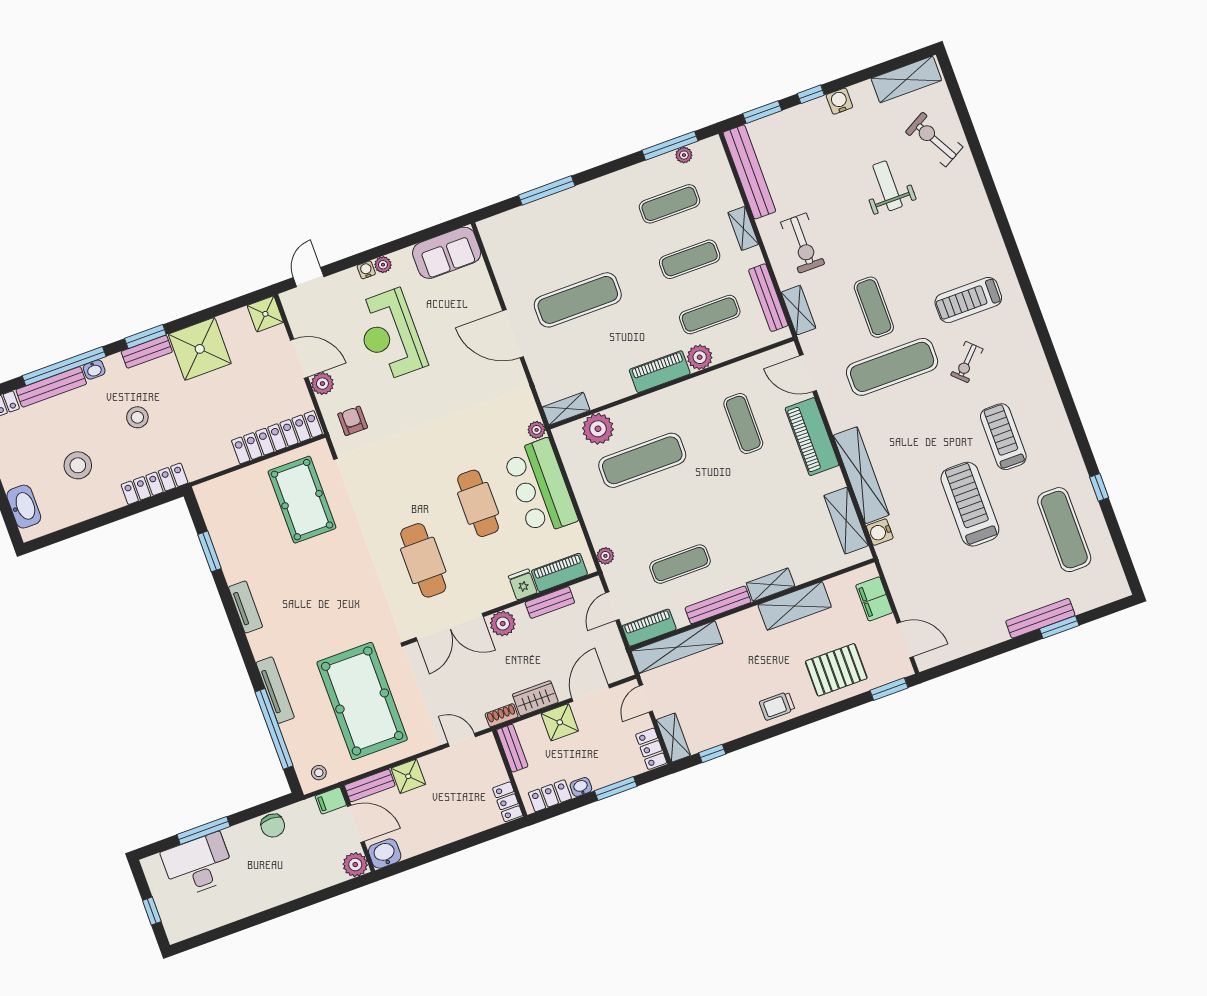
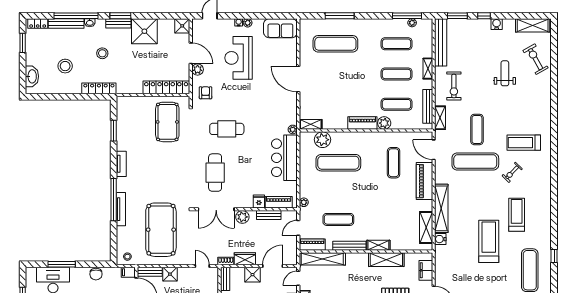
exercise mat: (578, 300) -> (335, 44), moved
cafe table: (478, 503) -> (227, 129), moved, turned 90
window: (274, 729) -> (114, 200), moved

